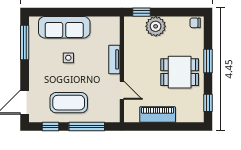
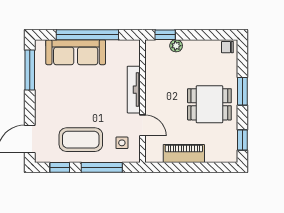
window: (74, 12) -> (87, 35), added
plant: (156, 26) -> (176, 46), width x0.53, depth x0.53
side table: (68, 58) -> (122, 143), moved
tv unit: (114, 59) -> (134, 90), width x1.41

